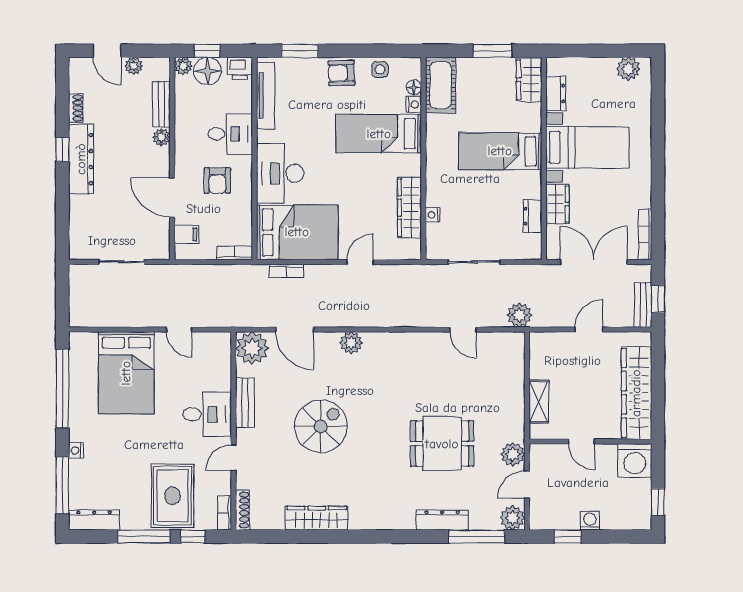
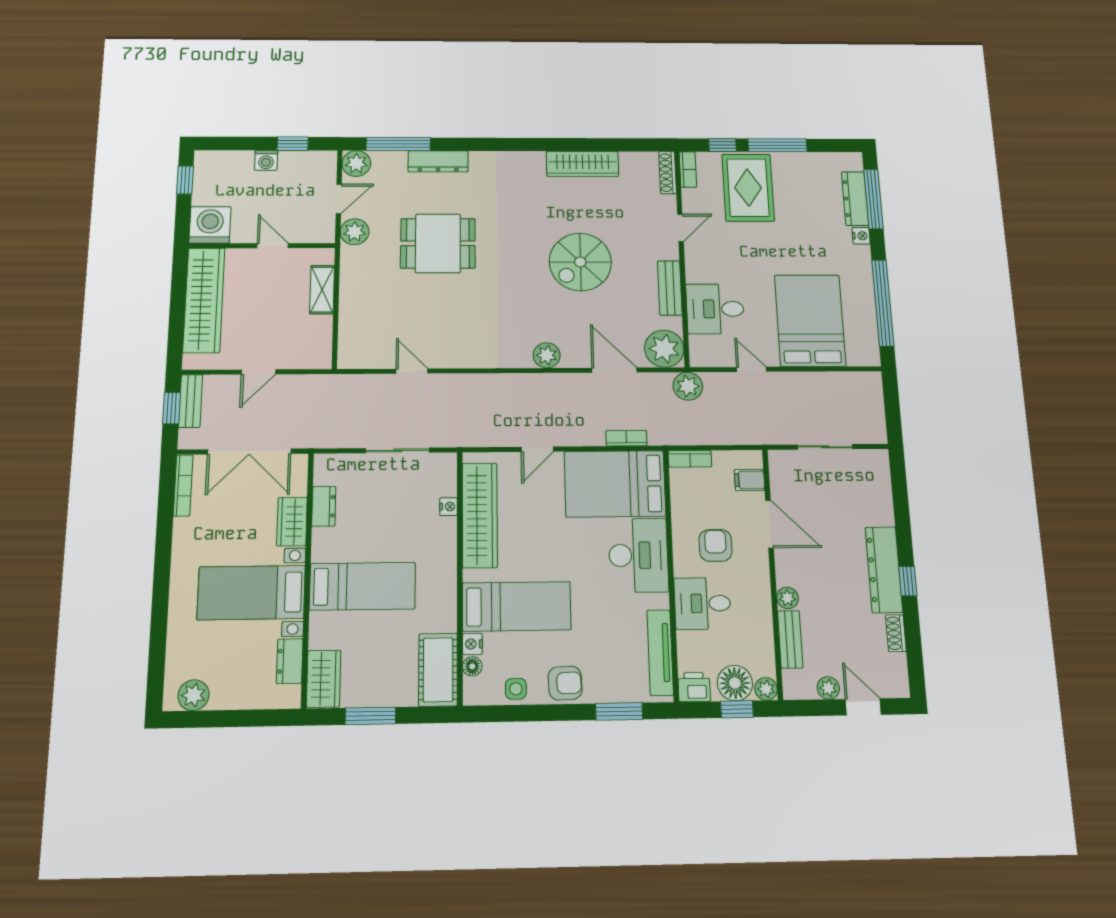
wardrobe: (410, 208) -> (480, 515), width x1.40, depth x1.17
plant: (519, 315) -> (688, 386), moved
desk: (207, 414) -> (715, 309), moved
dresser: (94, 520) -> (855, 199), moved, turned 90

